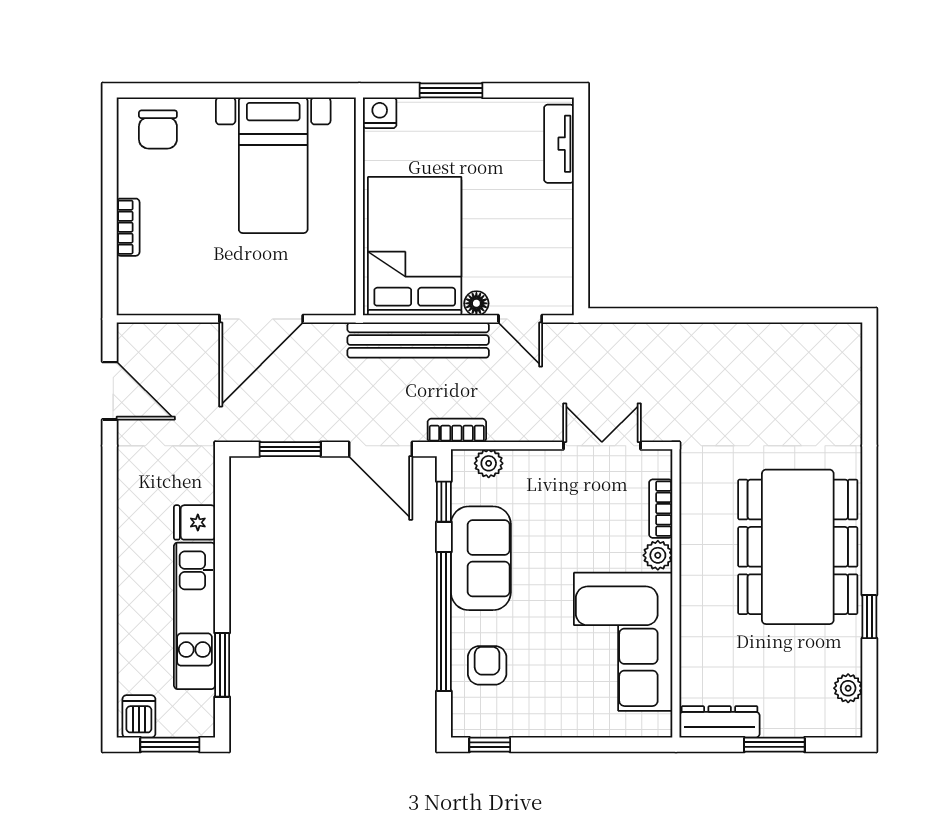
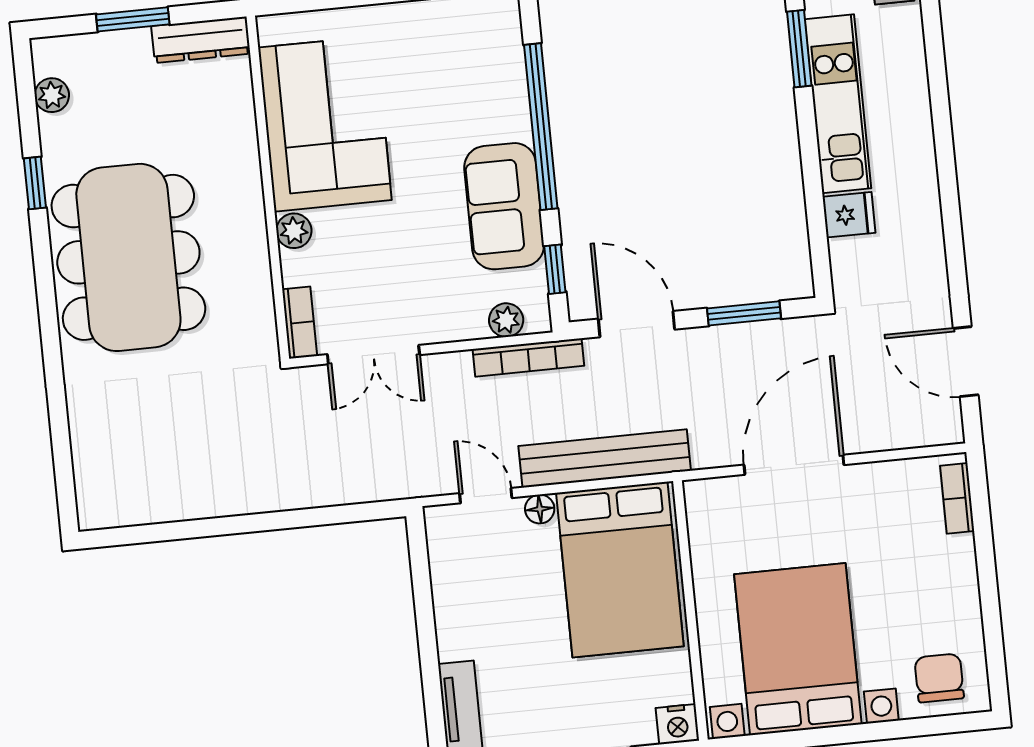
bed with nightstands: (273, 165) -> (798, 649), width x1.36
bookcase: (128, 227) -> (957, 498), moved
bookcase: (457, 430) -> (528, 357), width x1.56
bookcase: (661, 509) -> (300, 323), moved
armchair: (487, 665) -> (484, 80), removed

